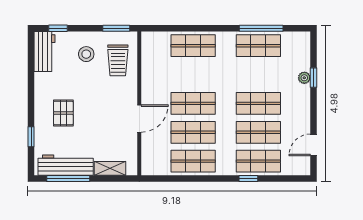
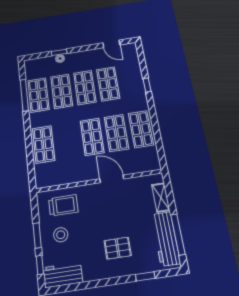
window: (116, 28) -> (37, 235), moved
shop shelf: (258, 161) -> (62, 91), moved

